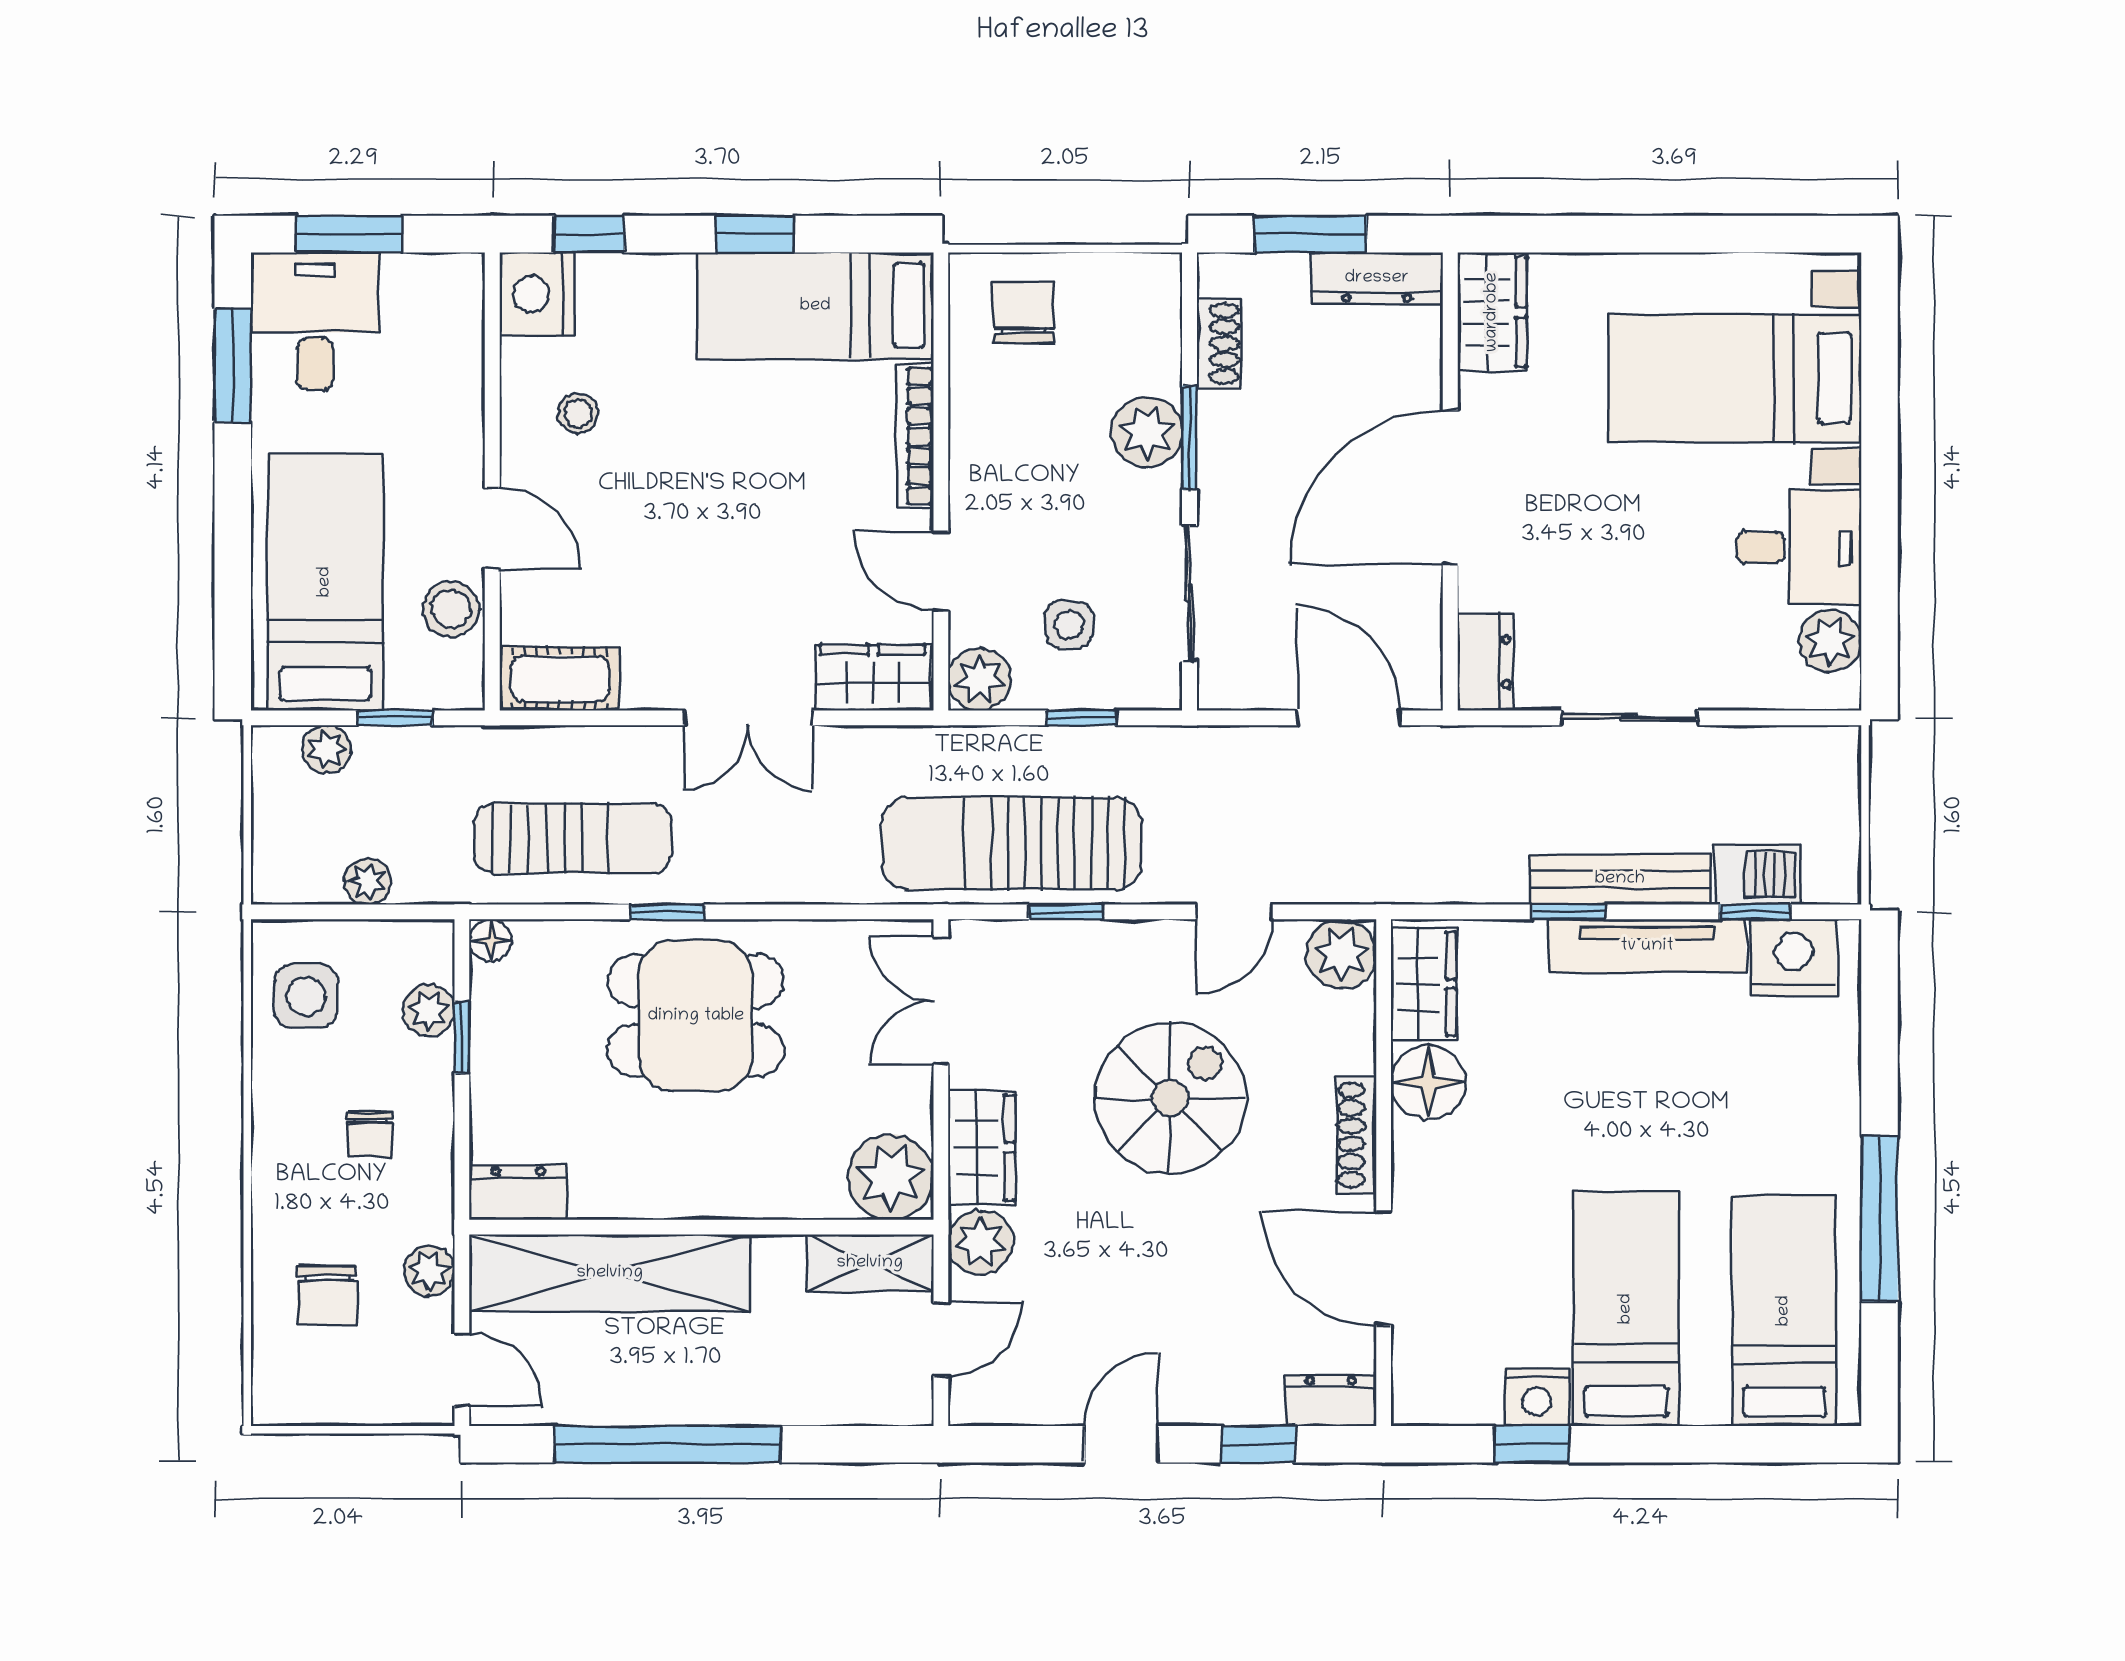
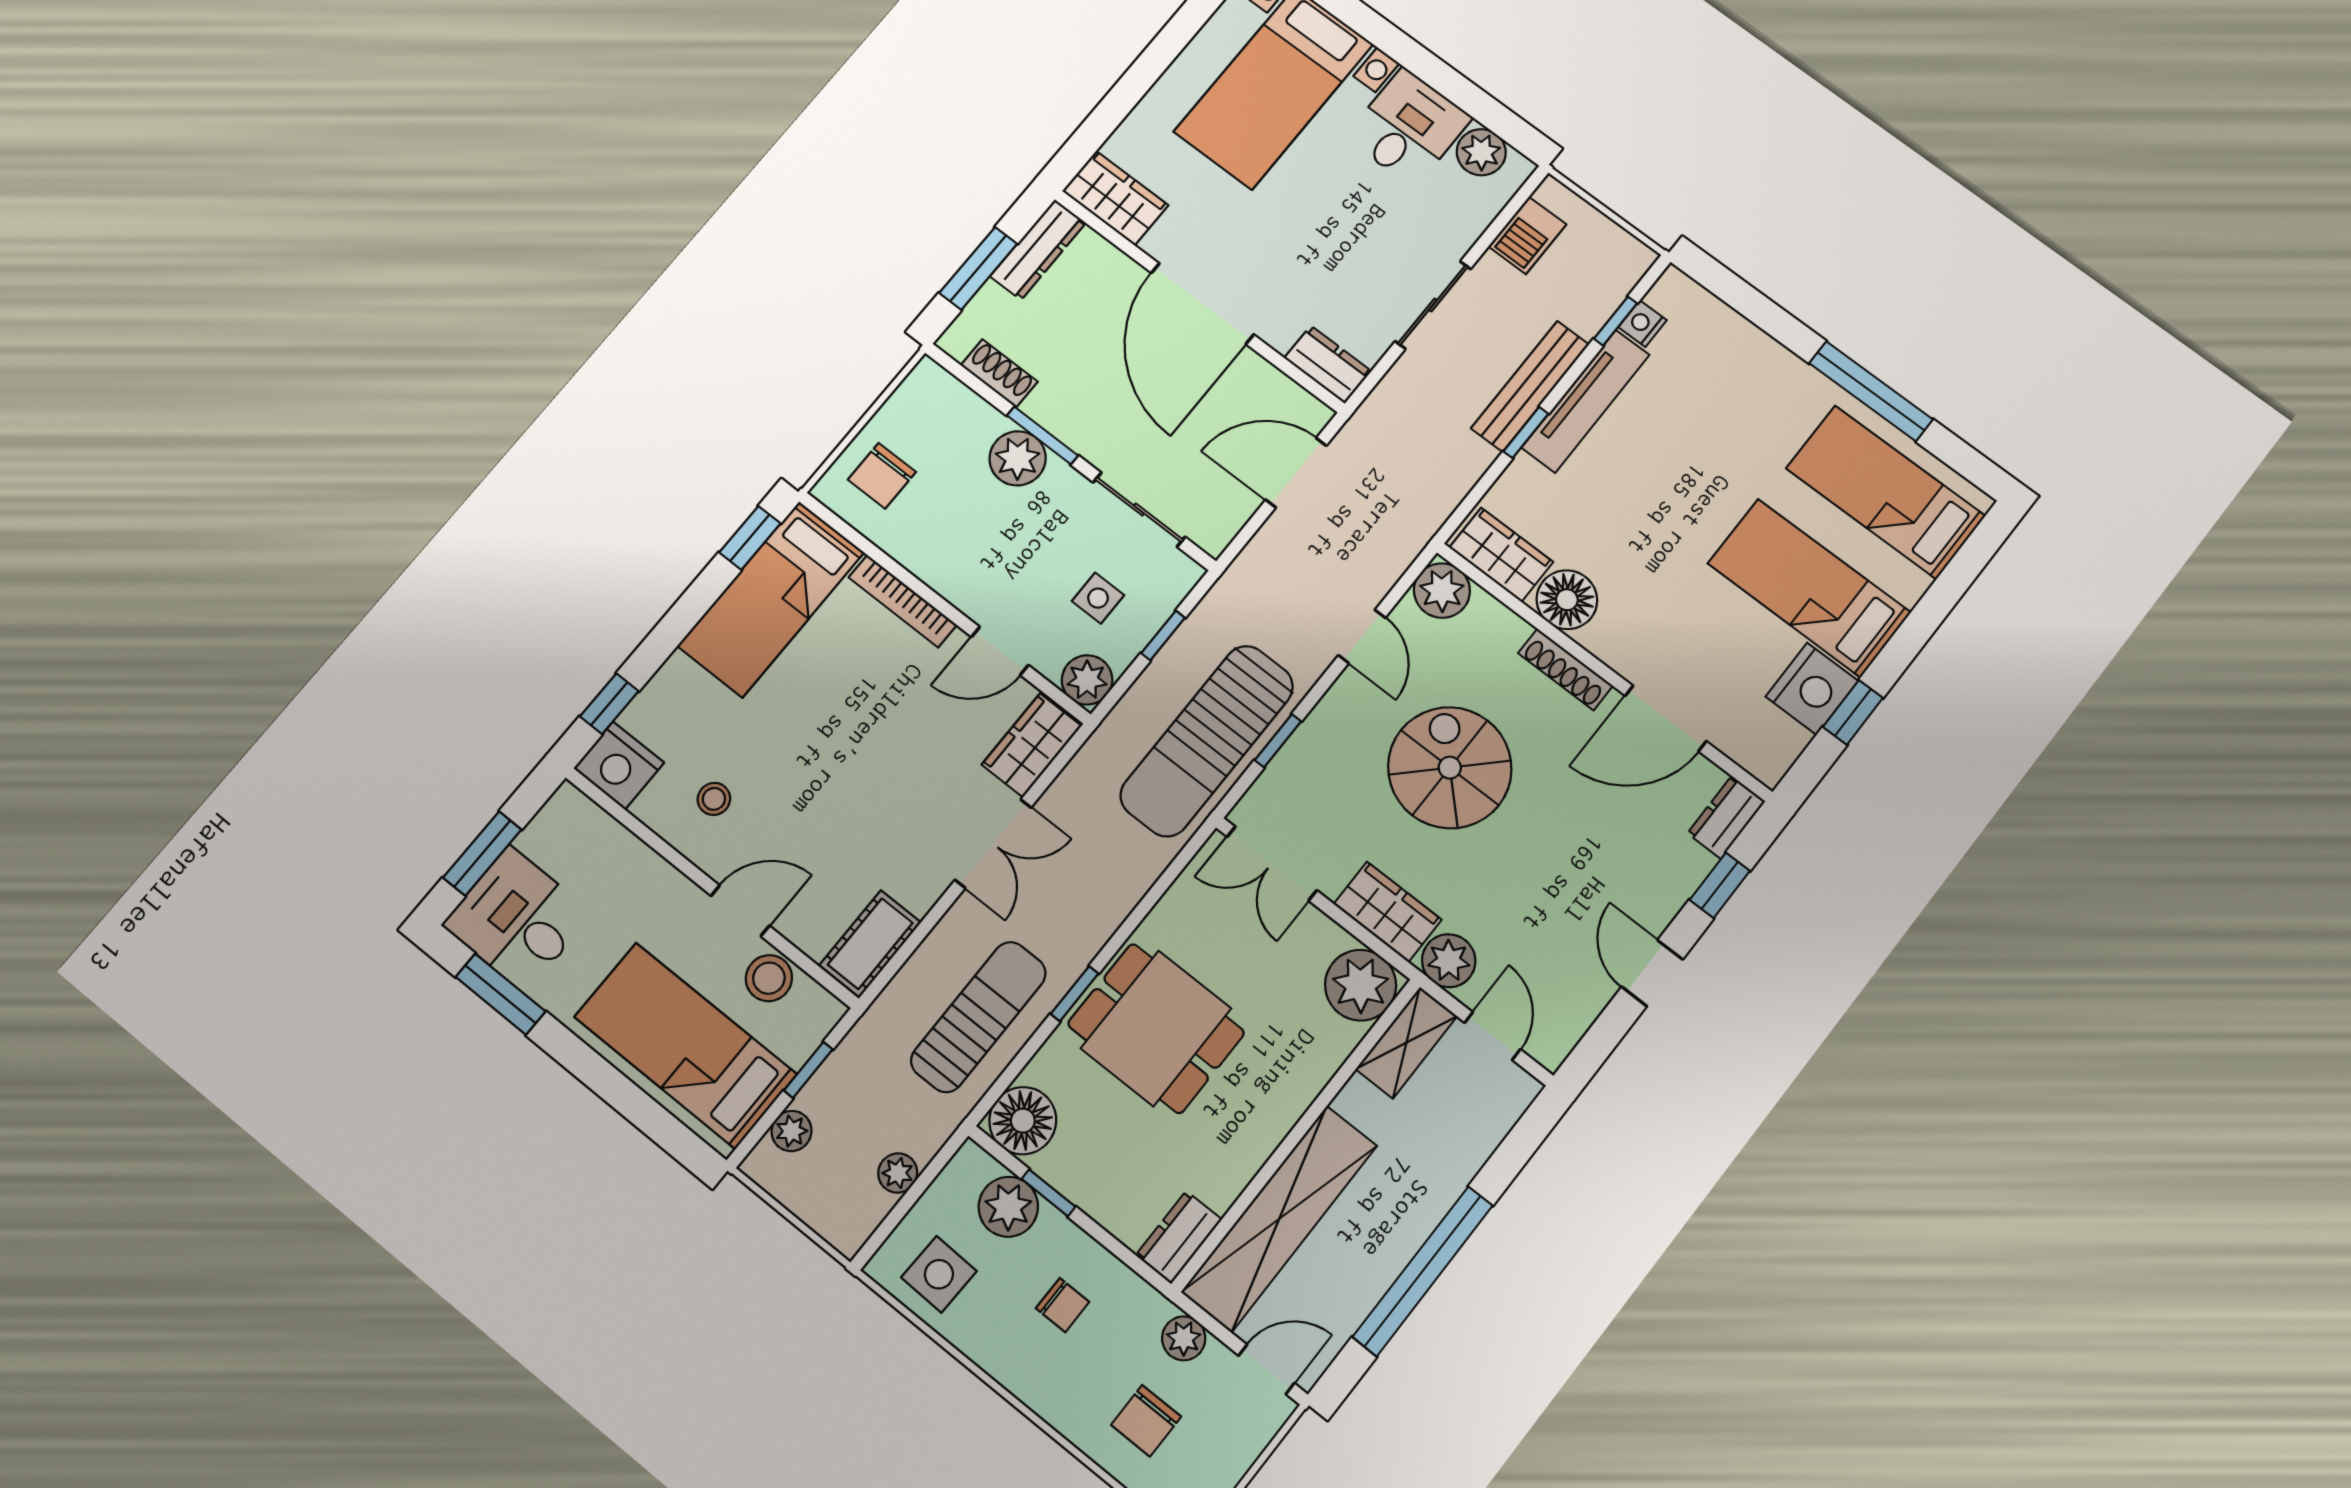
window: (755, 234) -> (750, 538), moved
chair: (1024, 312) -> (882, 476), turned -90
barbecue: (1757, 874) -> (1527, 235), moved, turned 180
floor lamp: (491, 941) -> (1023, 1121), width x1.89, depth x1.89
nightstand: (1794, 958) -> (1643, 324), width x0.53, depth x0.56
plant: (429, 1011) -> (1008, 1207), width x1.38, depth x1.38
dining table: (696, 1016) -> (1156, 1028), turned 90
chair: (327, 1296) -> (1146, 1421), turned 90
nightstand: (1537, 1397) -> (1812, 689), width x1.36, depth x1.33

